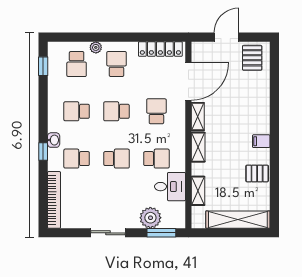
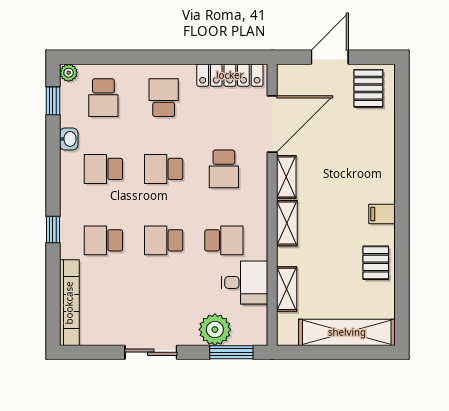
plant: (96, 47) -> (69, 73), moved
school desk: (156, 111) -> (224, 169), turned 180
washbasin: (54, 140) -> (69, 139), moved
school desk: (117, 159) -> (164, 240), turned 180
pallet: (257, 173) -> (376, 263), turned 90

